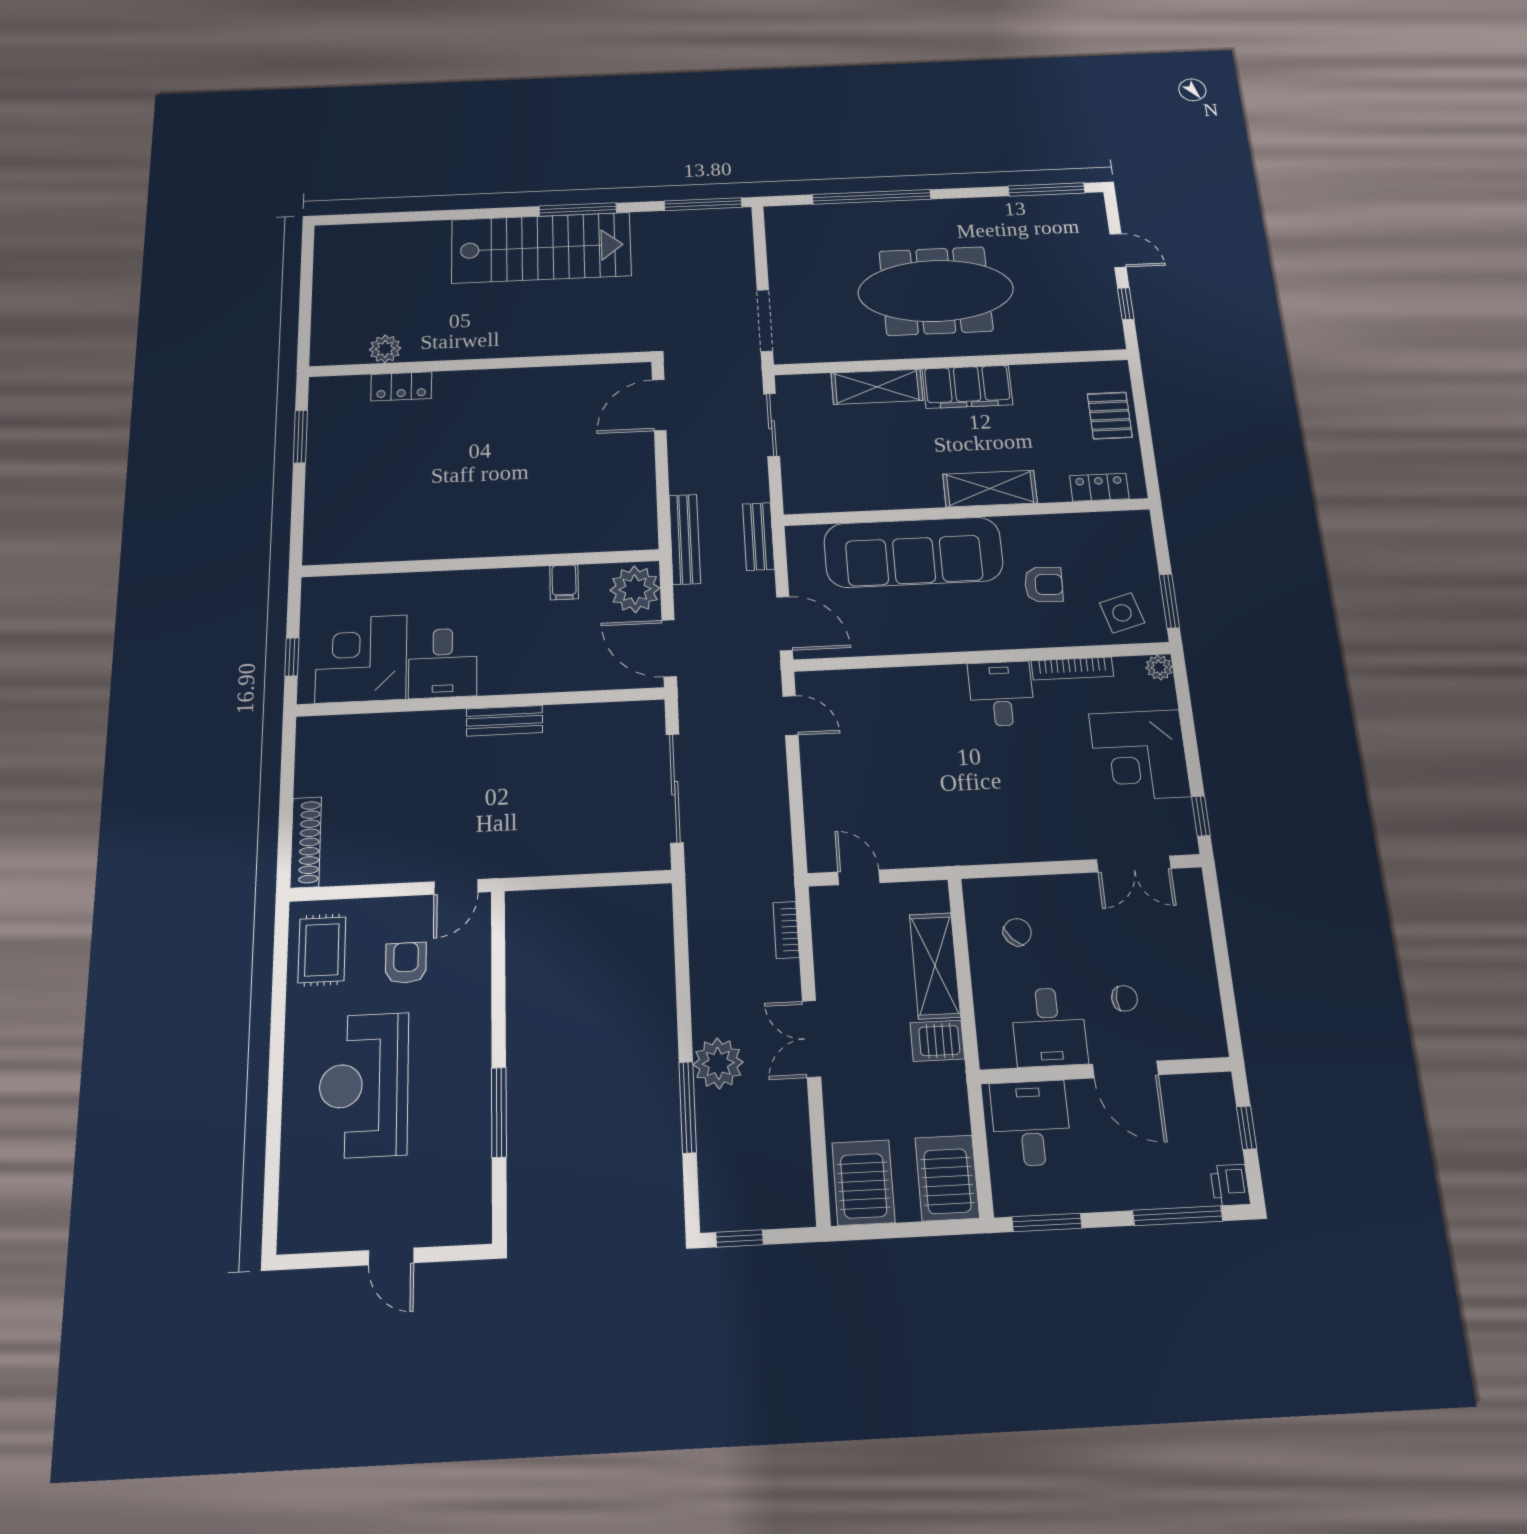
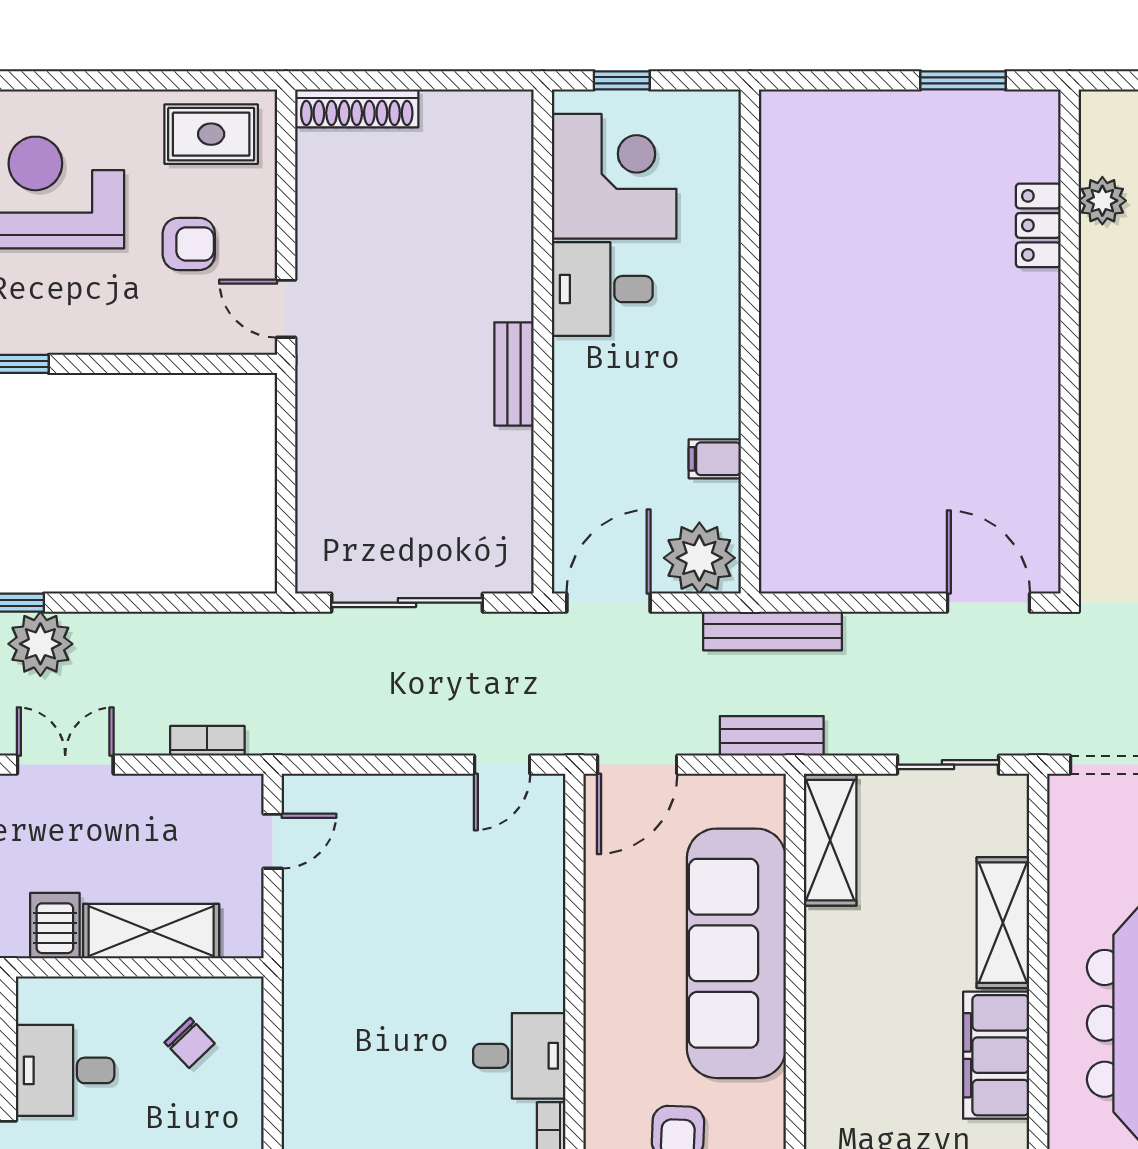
shelving: (990, 489) -> (830, 840), moved

